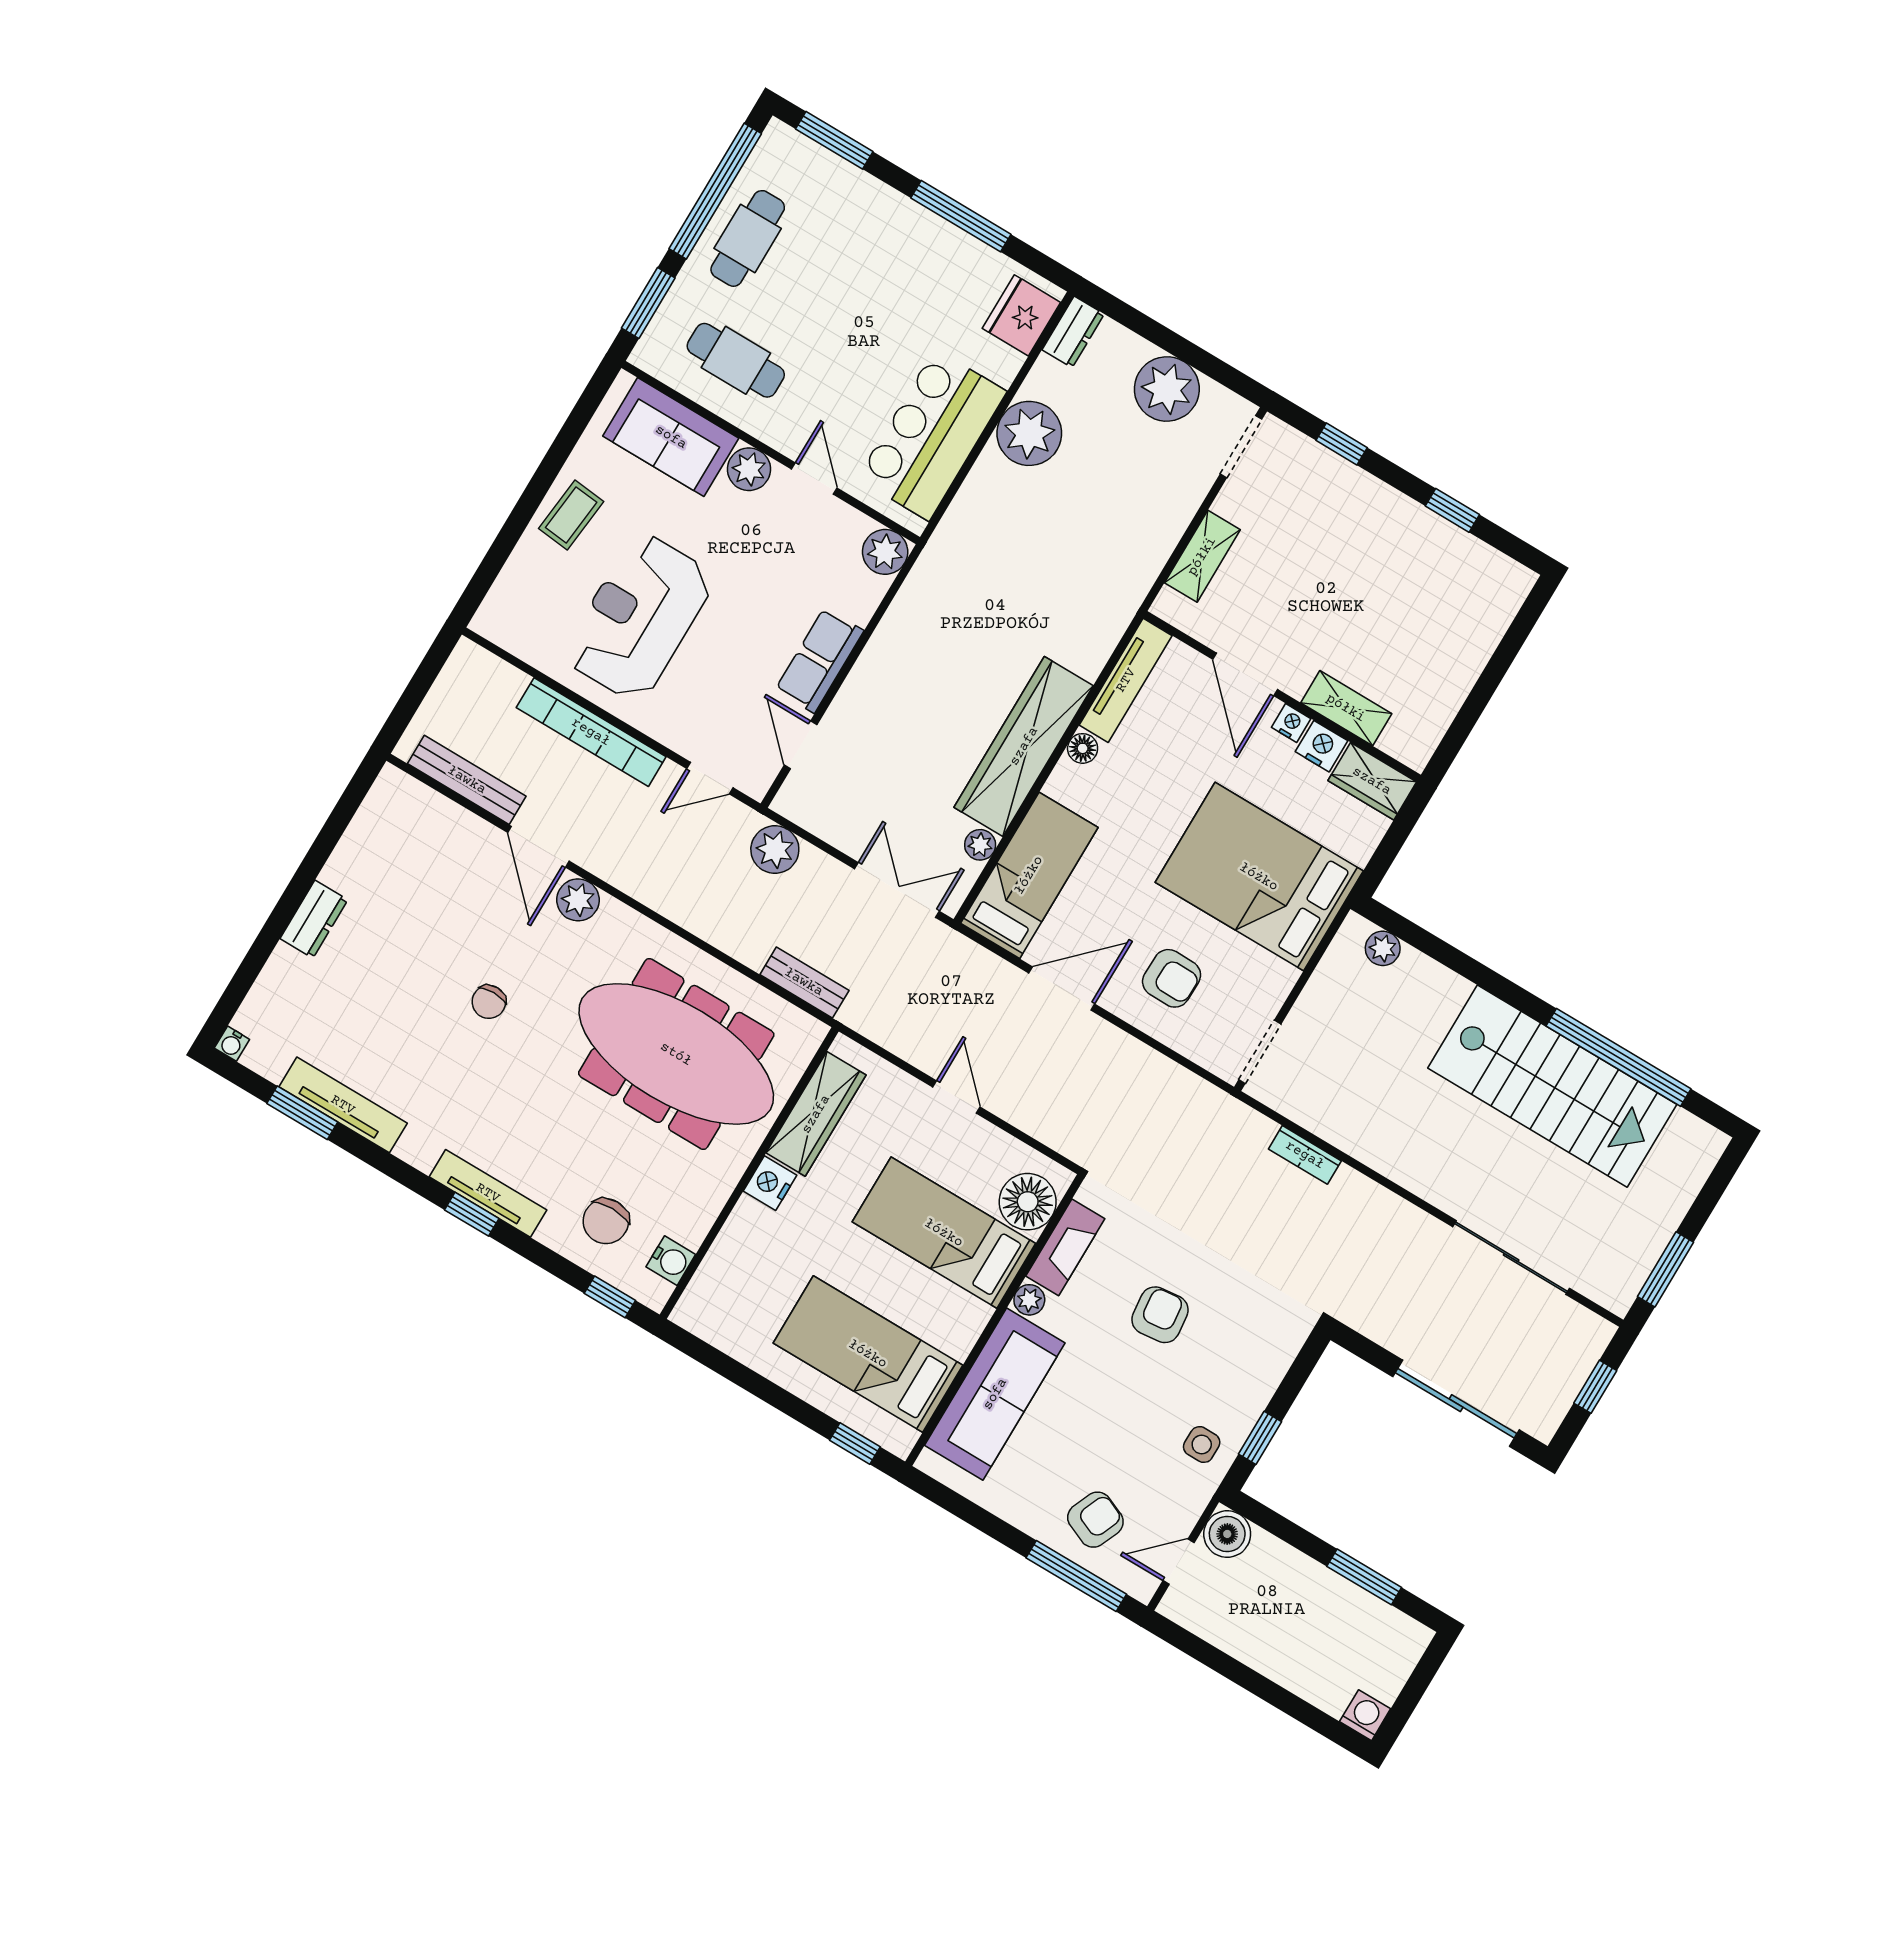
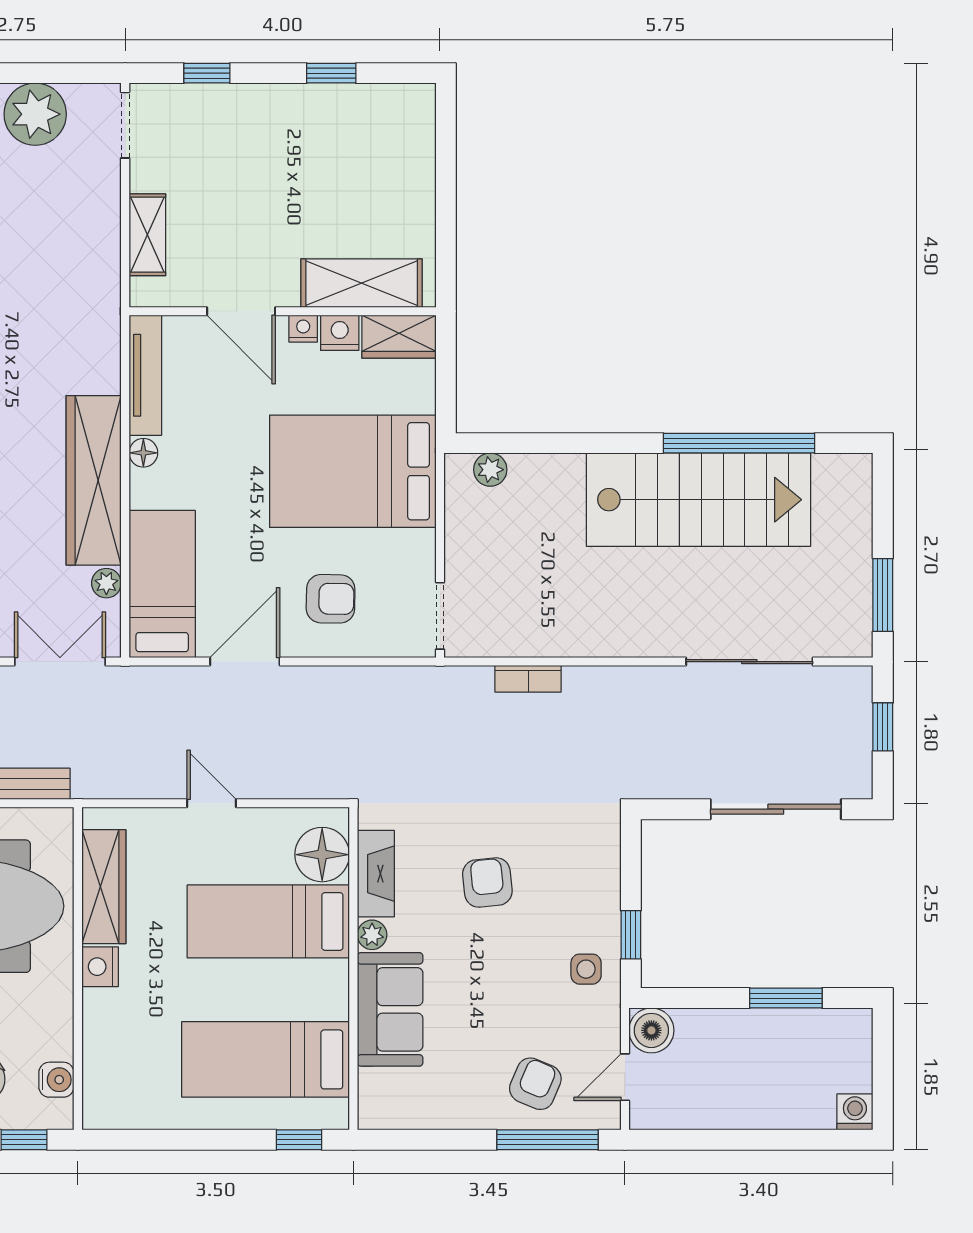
shelving: (1346, 708) -> (362, 283), width x1.50, depth x1.33
sofa: (995, 1394) -> (390, 1009), width x0.73

